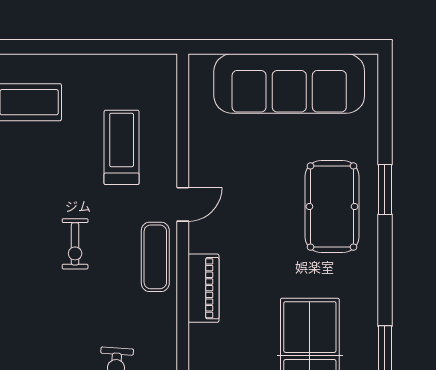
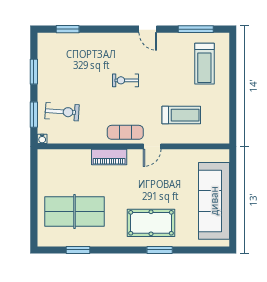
door: (183, 204) -> (152, 146), hinge flipped
exercise bike: (75, 244) -> (126, 80), moved

